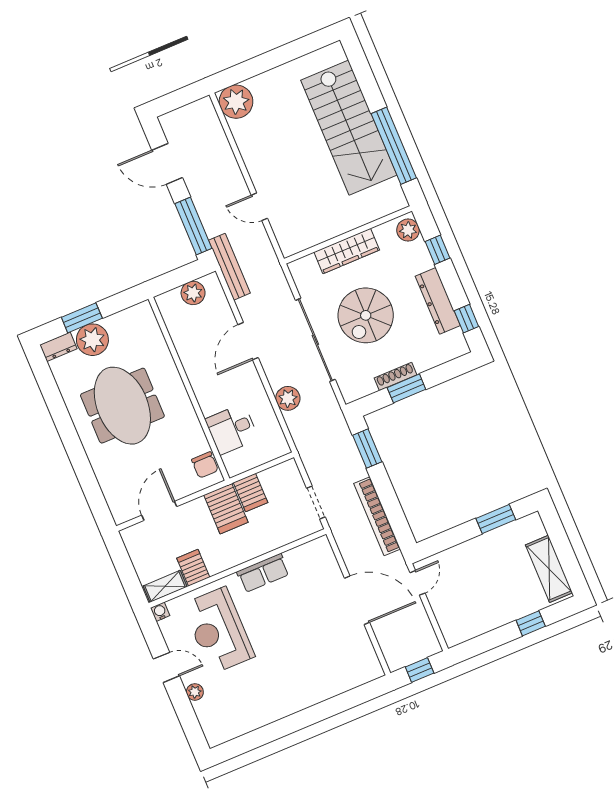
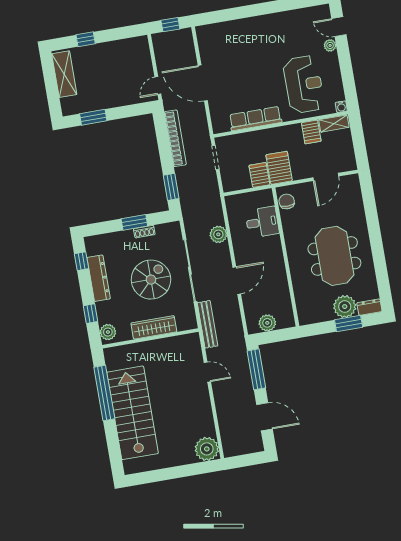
bench: (229, 267) -> (208, 324), moved
shoe rack: (395, 376) -> (144, 232), width x0.70
row of seats: (263, 573) -> (255, 119), width x1.48
door: (166, 667) -> (339, 27), moved

